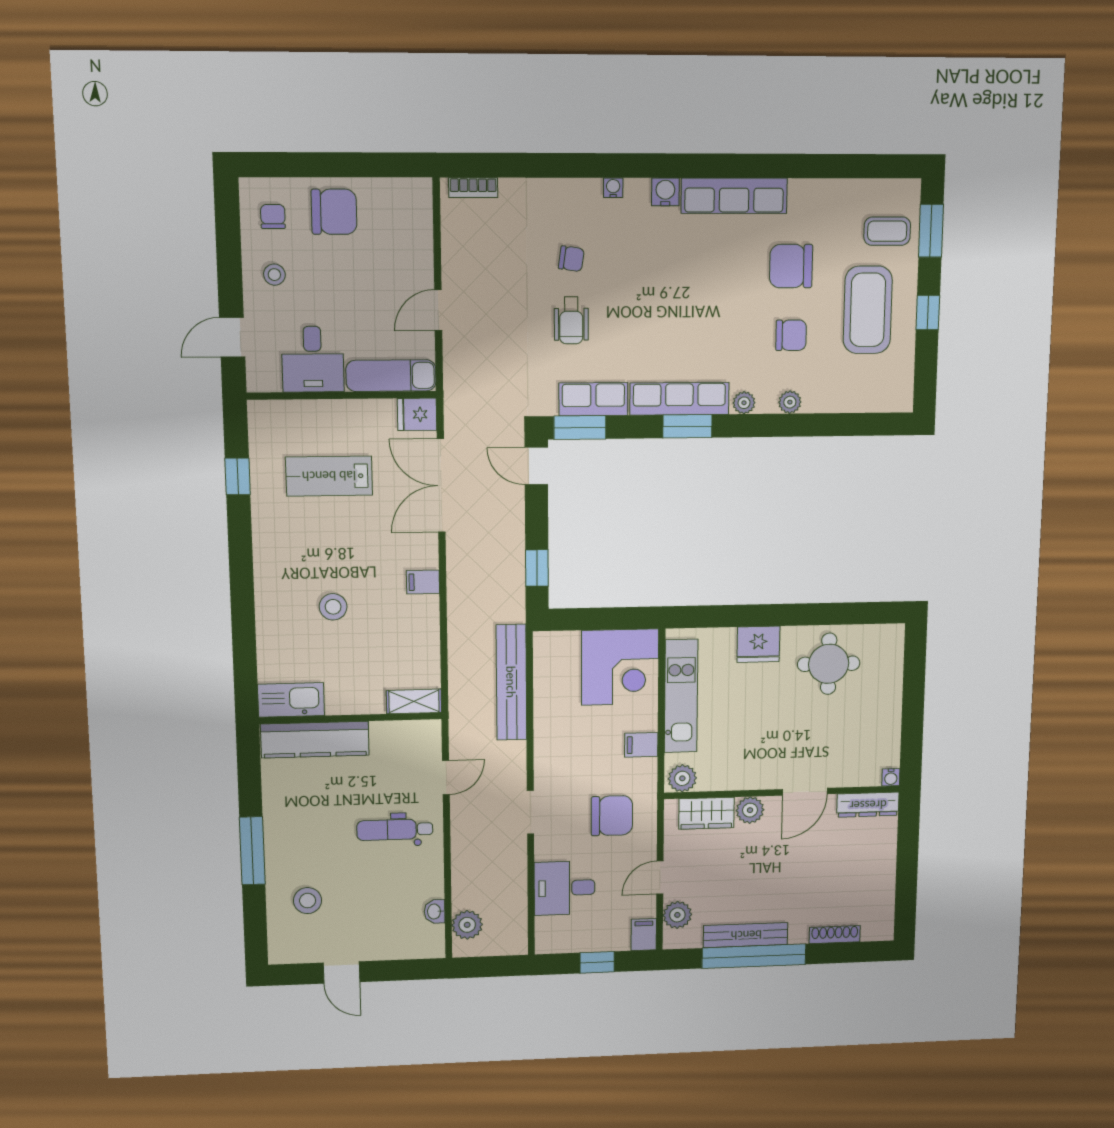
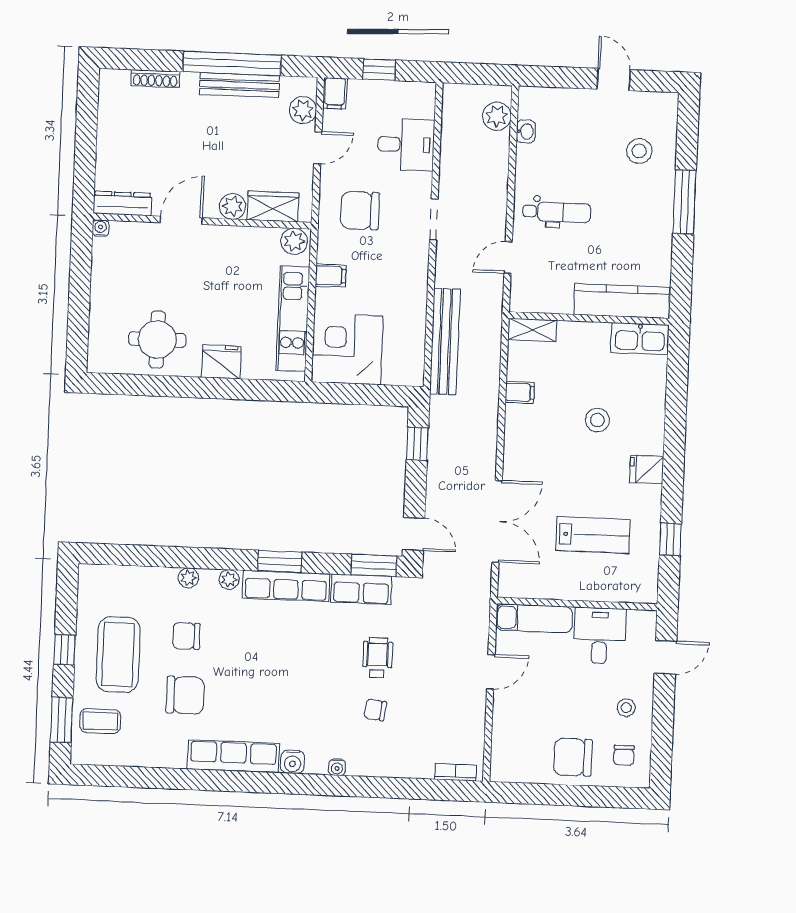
fridge: (417, 414) -> (647, 470), moved, turned 180
filing cabinet: (423, 582) -> (520, 392), moved

